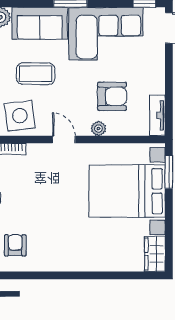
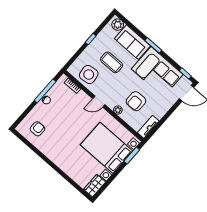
armchair: (112, 96) -> (136, 101), turned 90
door: (64, 139) -> (99, 102), swing flipped

